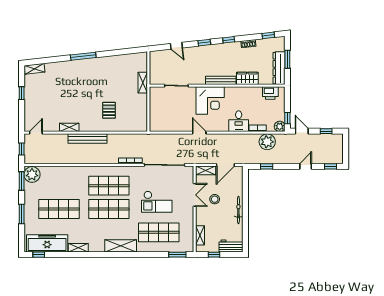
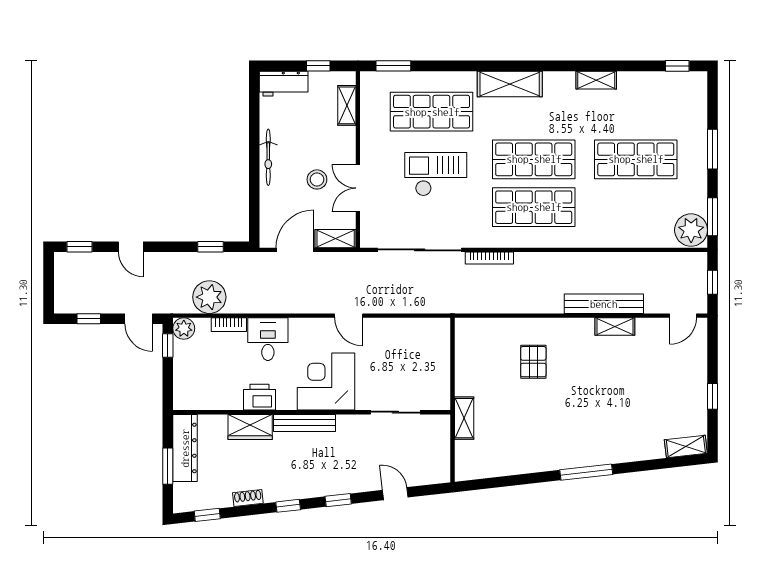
printer: (270, 93) -> (259, 397), moved
bench: (87, 139) -> (604, 304), moved
door: (306, 166) -> (131, 247), hinge flipped
freezer: (47, 243) -> (660, 89), removed

